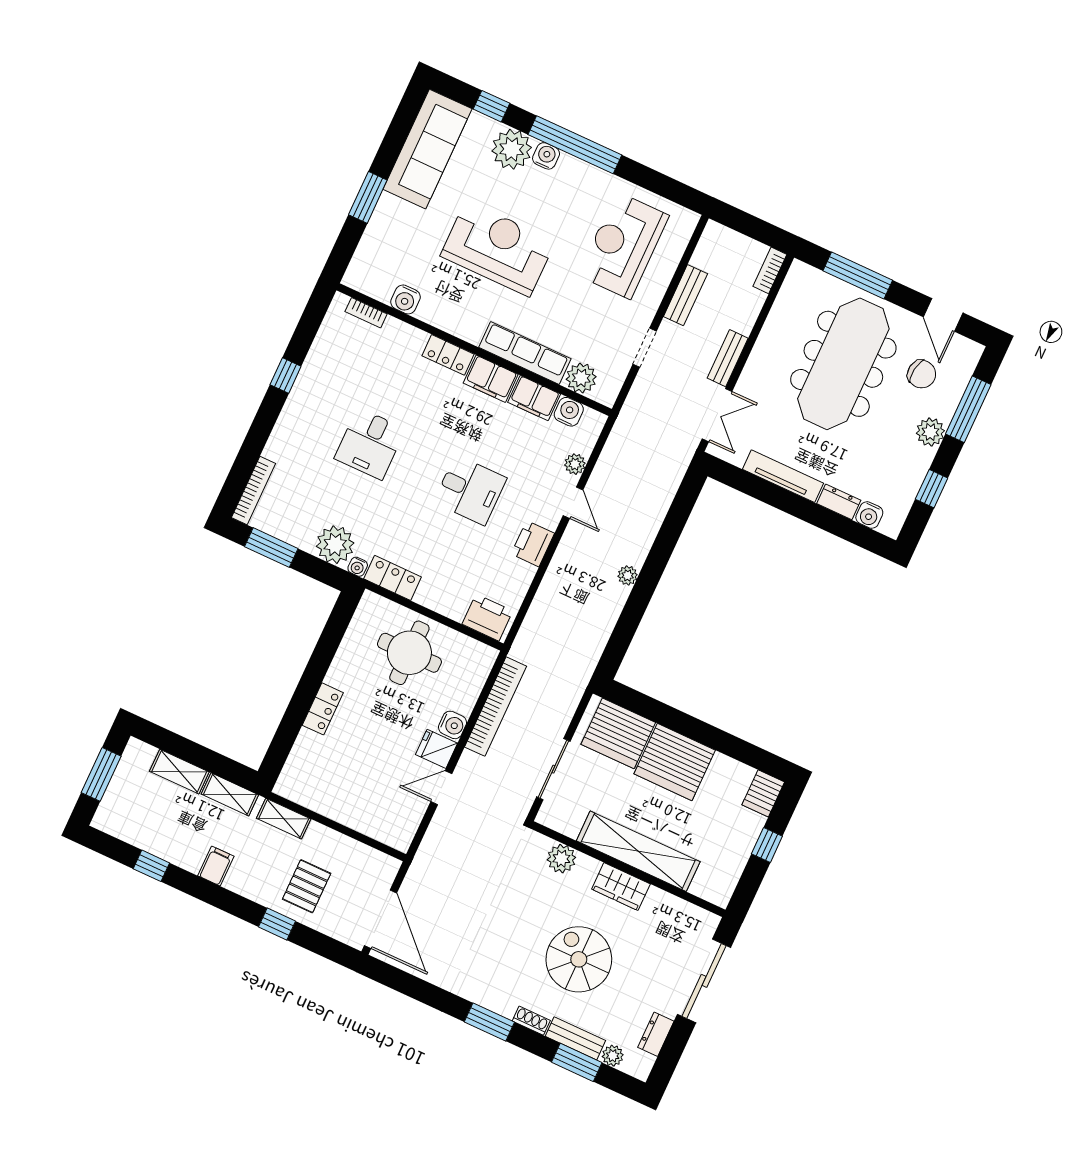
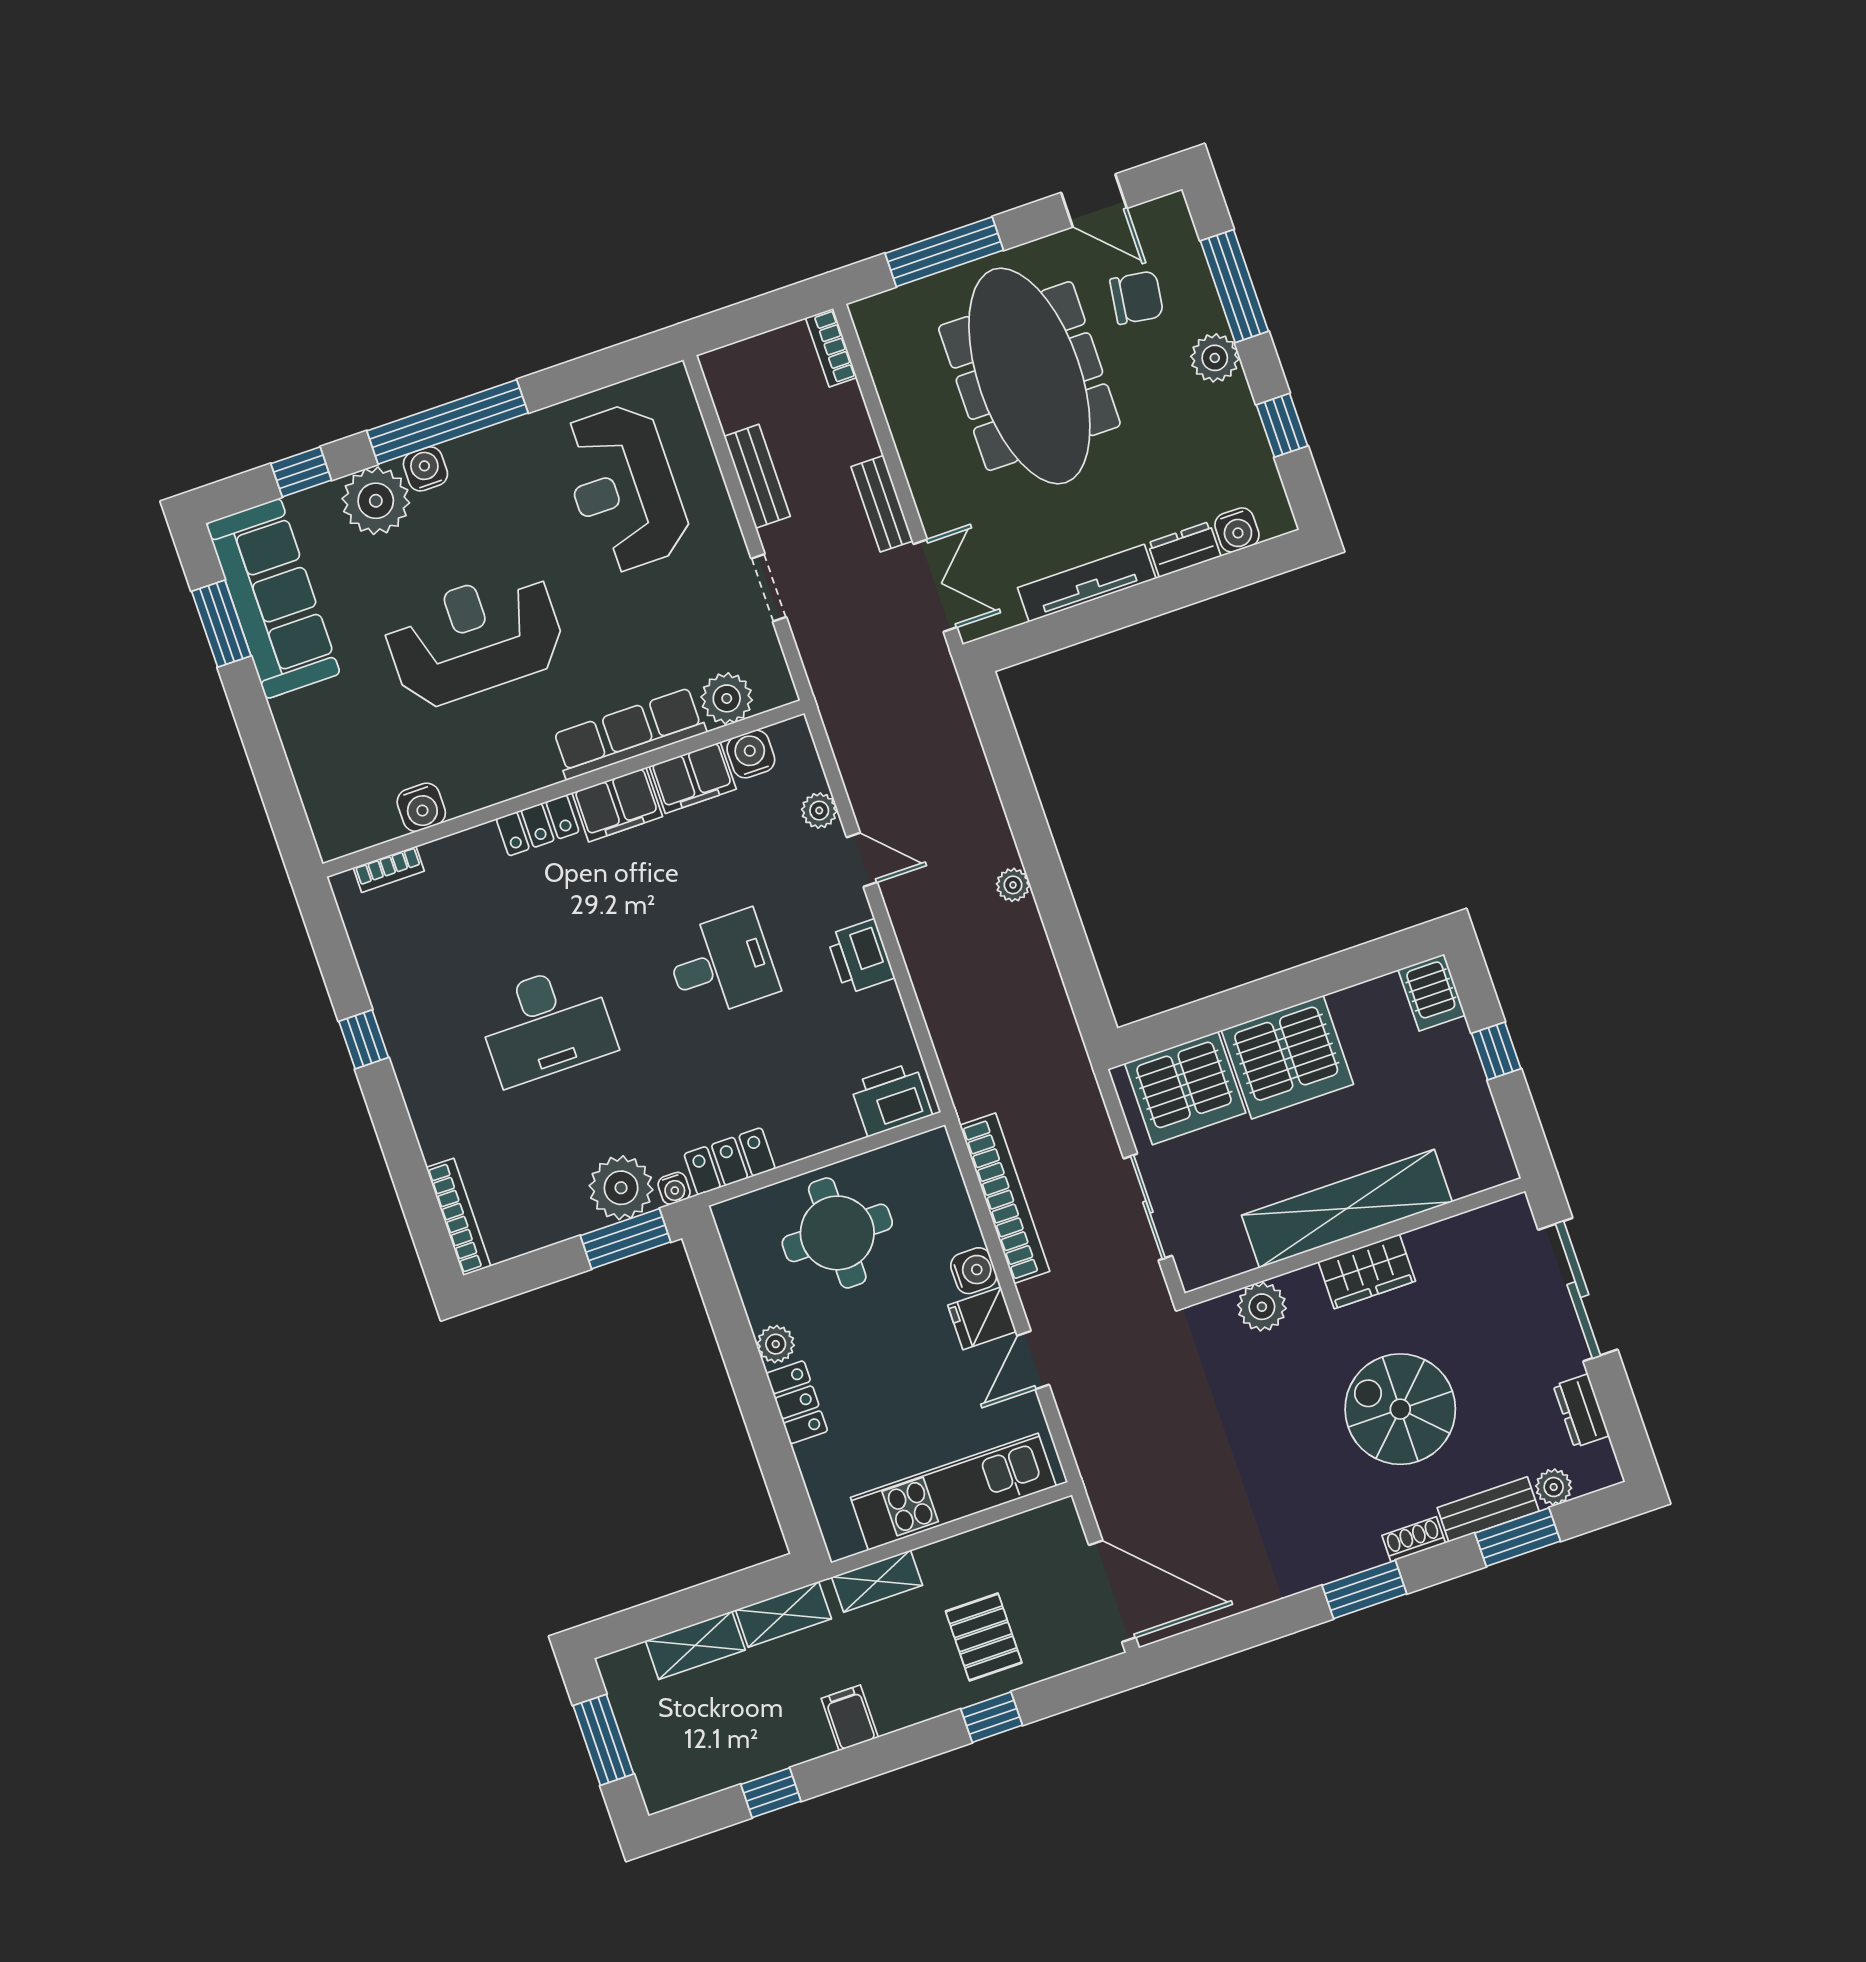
window: (368, 197) -> (221, 624), moved
desk: (370, 444) -> (546, 1024), width x1.37
window: (271, 548) -> (626, 1239), moved
plant: (337, 675) -> (776, 1344), added
kitchen unit: (353, 811) -> (953, 1492), added

